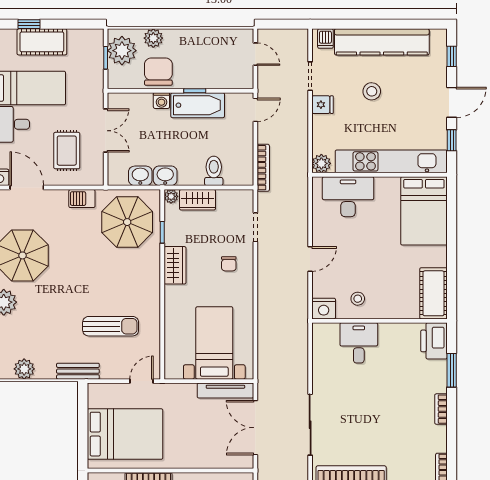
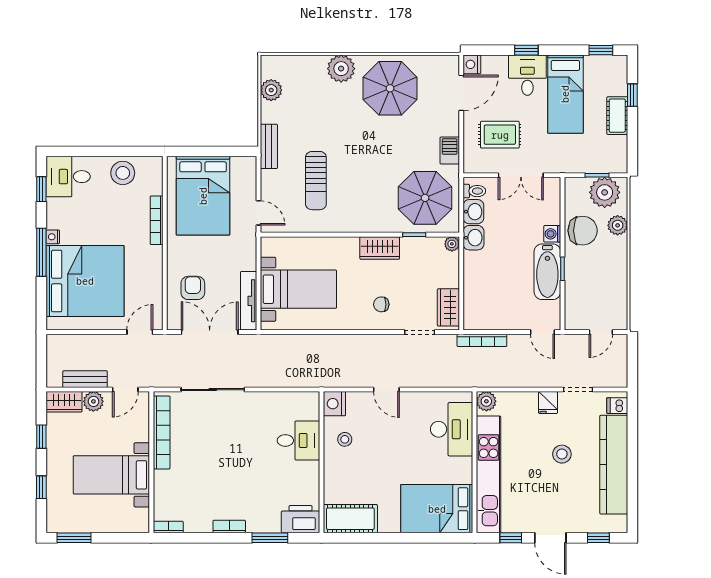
cot: (42, 42) -> (617, 116), width x0.73, depth x0.75
toilet: (214, 171) -> (474, 191), moved, width x0.73, depth x0.72
wardrobe: (197, 200) -> (448, 307), moved
armchair: (213, 444) -> (193, 288), added

